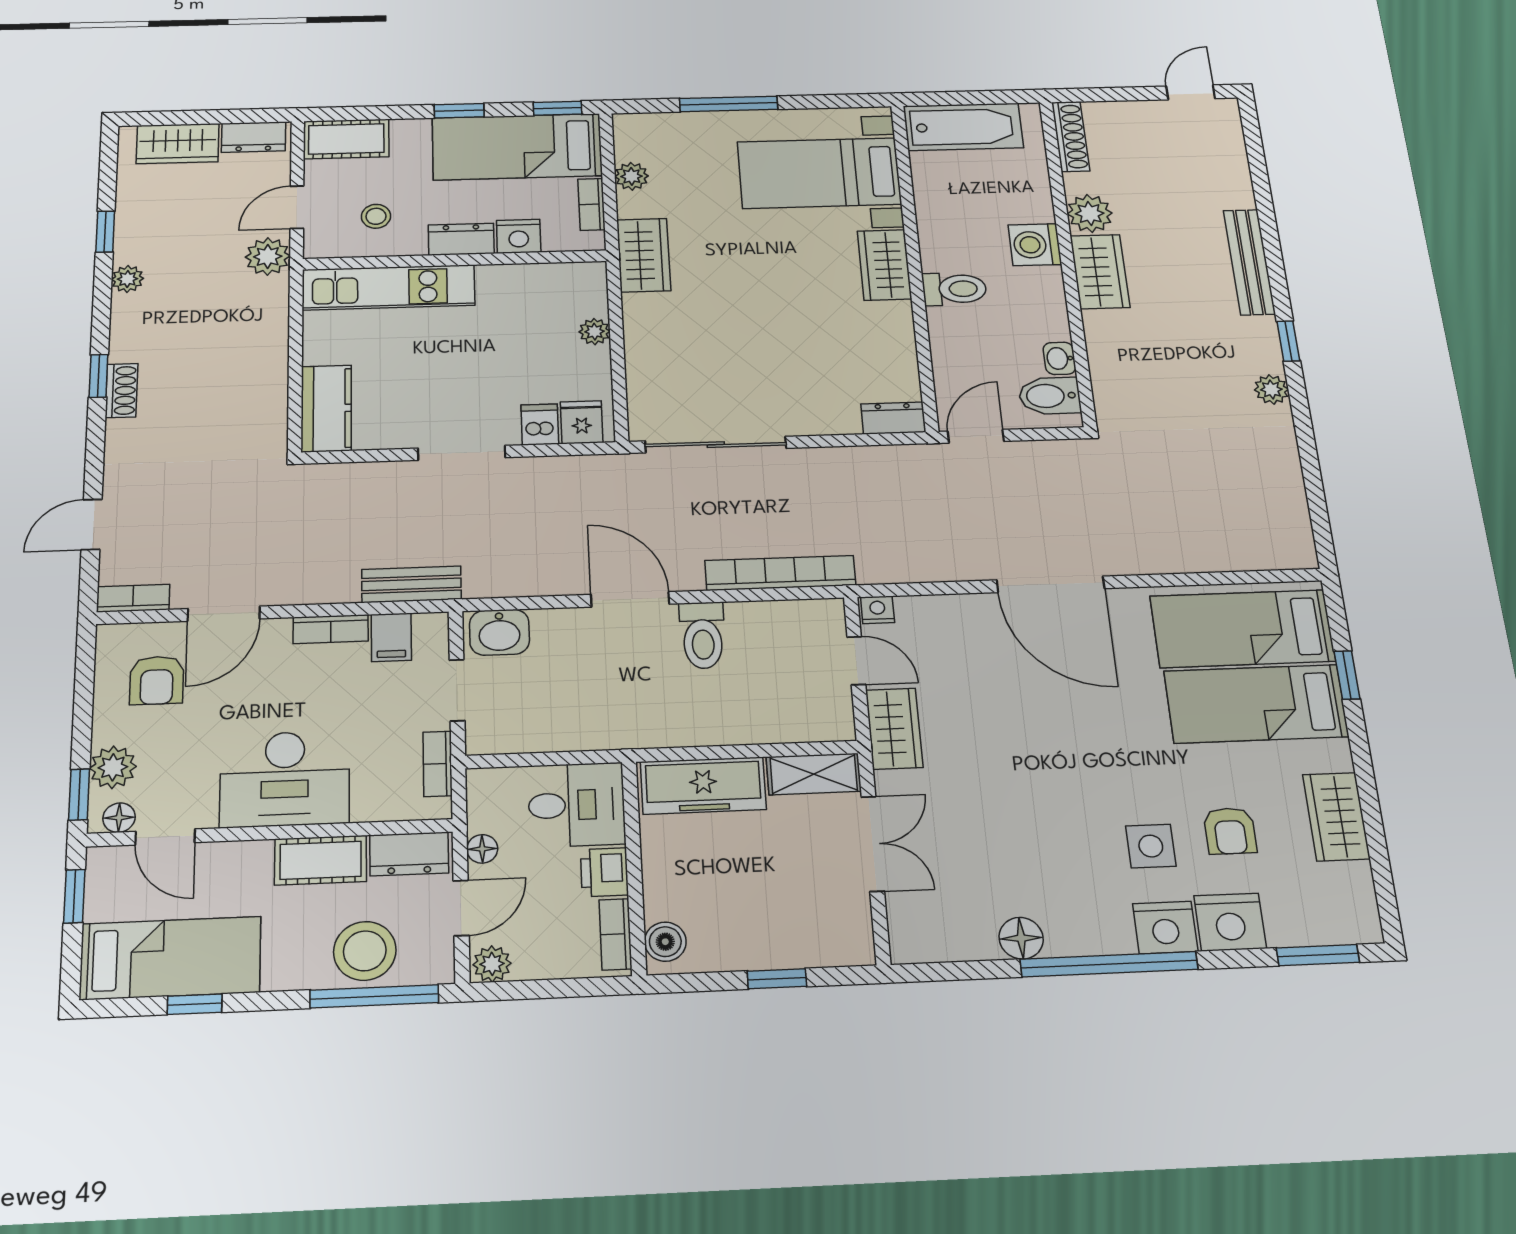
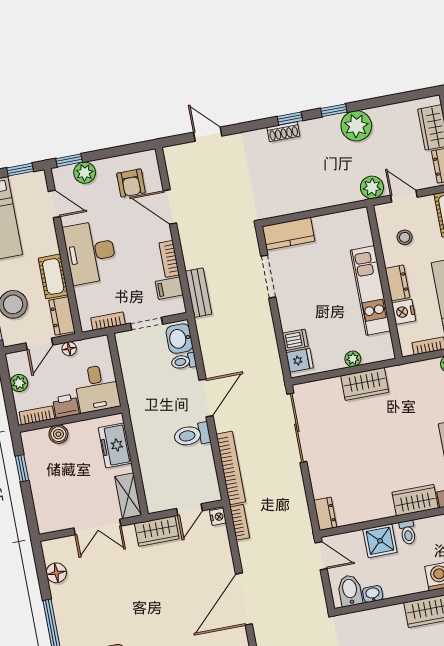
window: (105, 232) -> (334, 110), moved
wardrobe: (644, 255) -> (365, 384), moved
plant: (127, 279) -> (356, 126), width x1.88, depth x1.88
kitchen unit: (388, 287) -> (370, 291), moved
toilet: (954, 289) -> (408, 532), width x0.73, depth x0.72
shower: (957, 333) -> (380, 541), added
doorway: (462, 453) -> (268, 277), moved
bookcase: (133, 598) -> (240, 522), moved
toilet: (548, 631) -> (184, 361), added
armchair: (157, 680) -> (131, 183), turned -90
freezer: (703, 785) -> (115, 445), width x0.71
floor lamp: (119, 818) -> (61, 181), removed
door: (165, 837) -> (54, 204), swing flipped
door: (461, 908) -> (39, 344), hinge flipped
floor lamp: (1021, 938) -> (56, 573), moved
boiler: (665, 942) -> (58, 434), moved
plant: (492, 964) -> (19, 383), moved
window: (777, 979) -> (22, 468), moved

